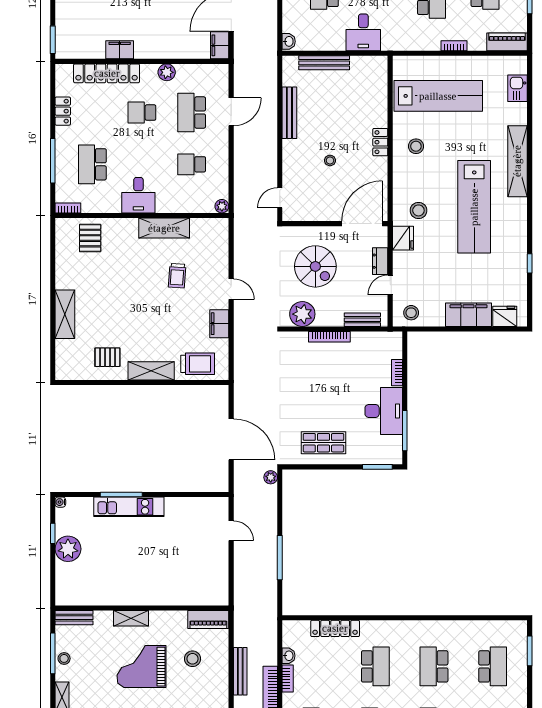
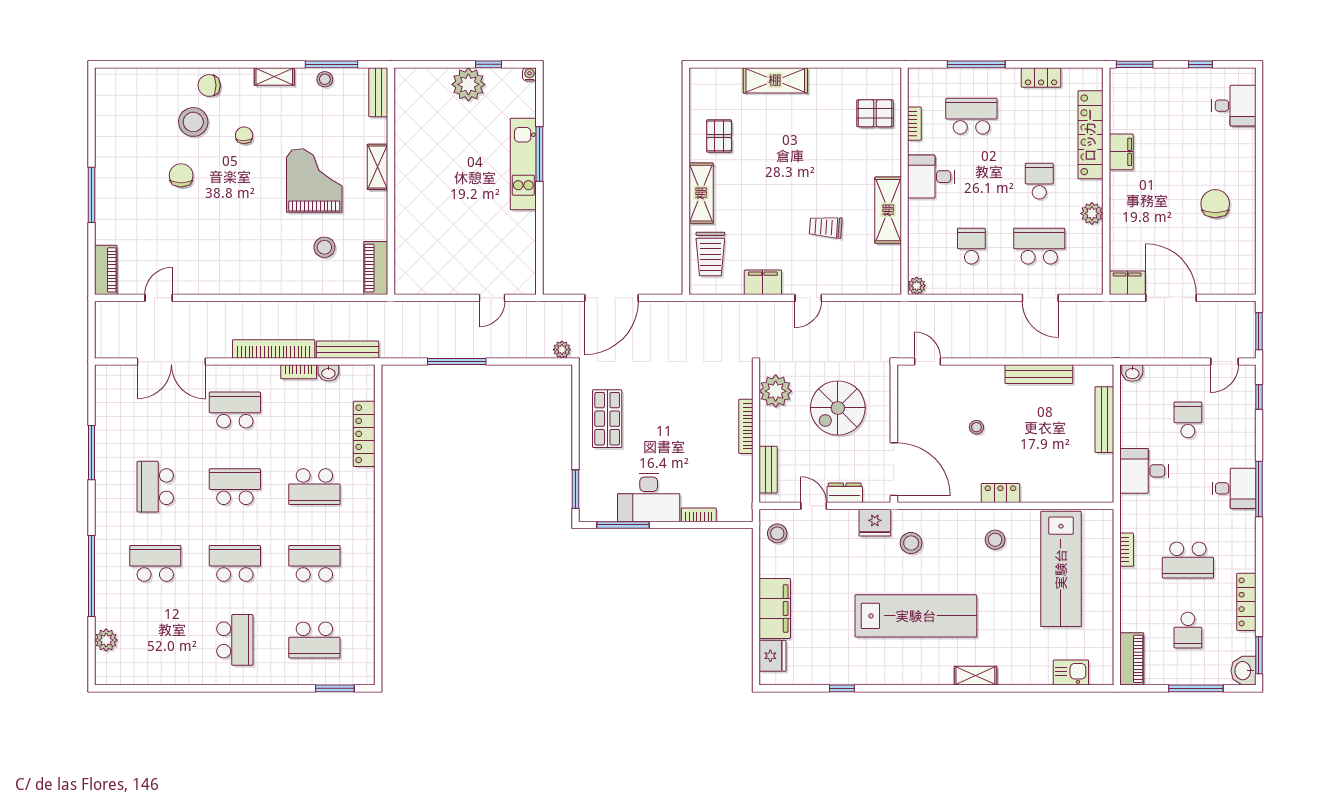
bookcase: (454, 46) -> (1127, 550), moved
shelving: (517, 161) -> (975, 676), width x0.45, depth x0.75
lab bench: (474, 207) -> (916, 616), turned 180
bookcase: (68, 208) -> (914, 124), moved
bench: (240, 671) -> (348, 350), moved

